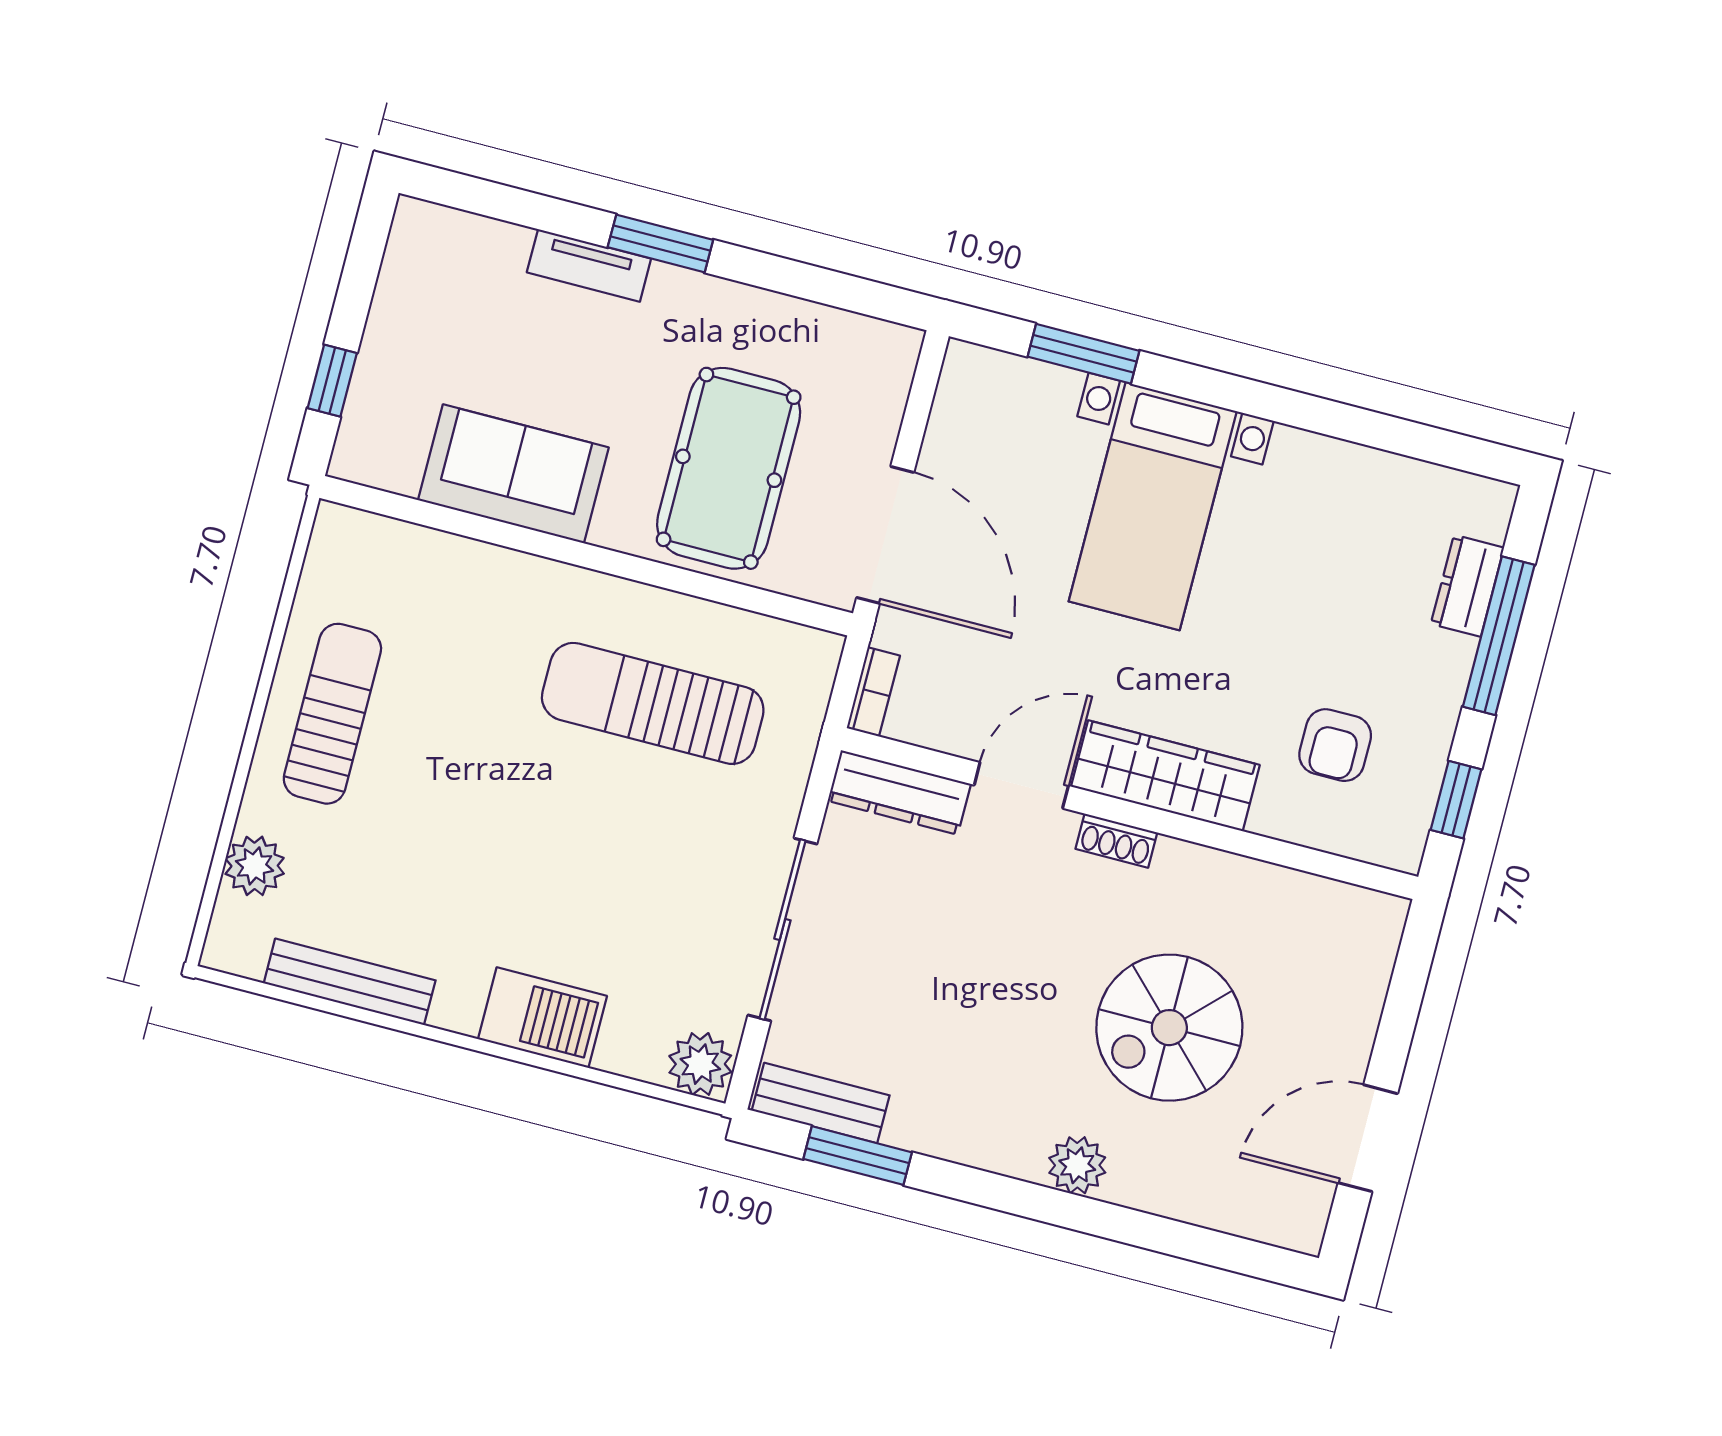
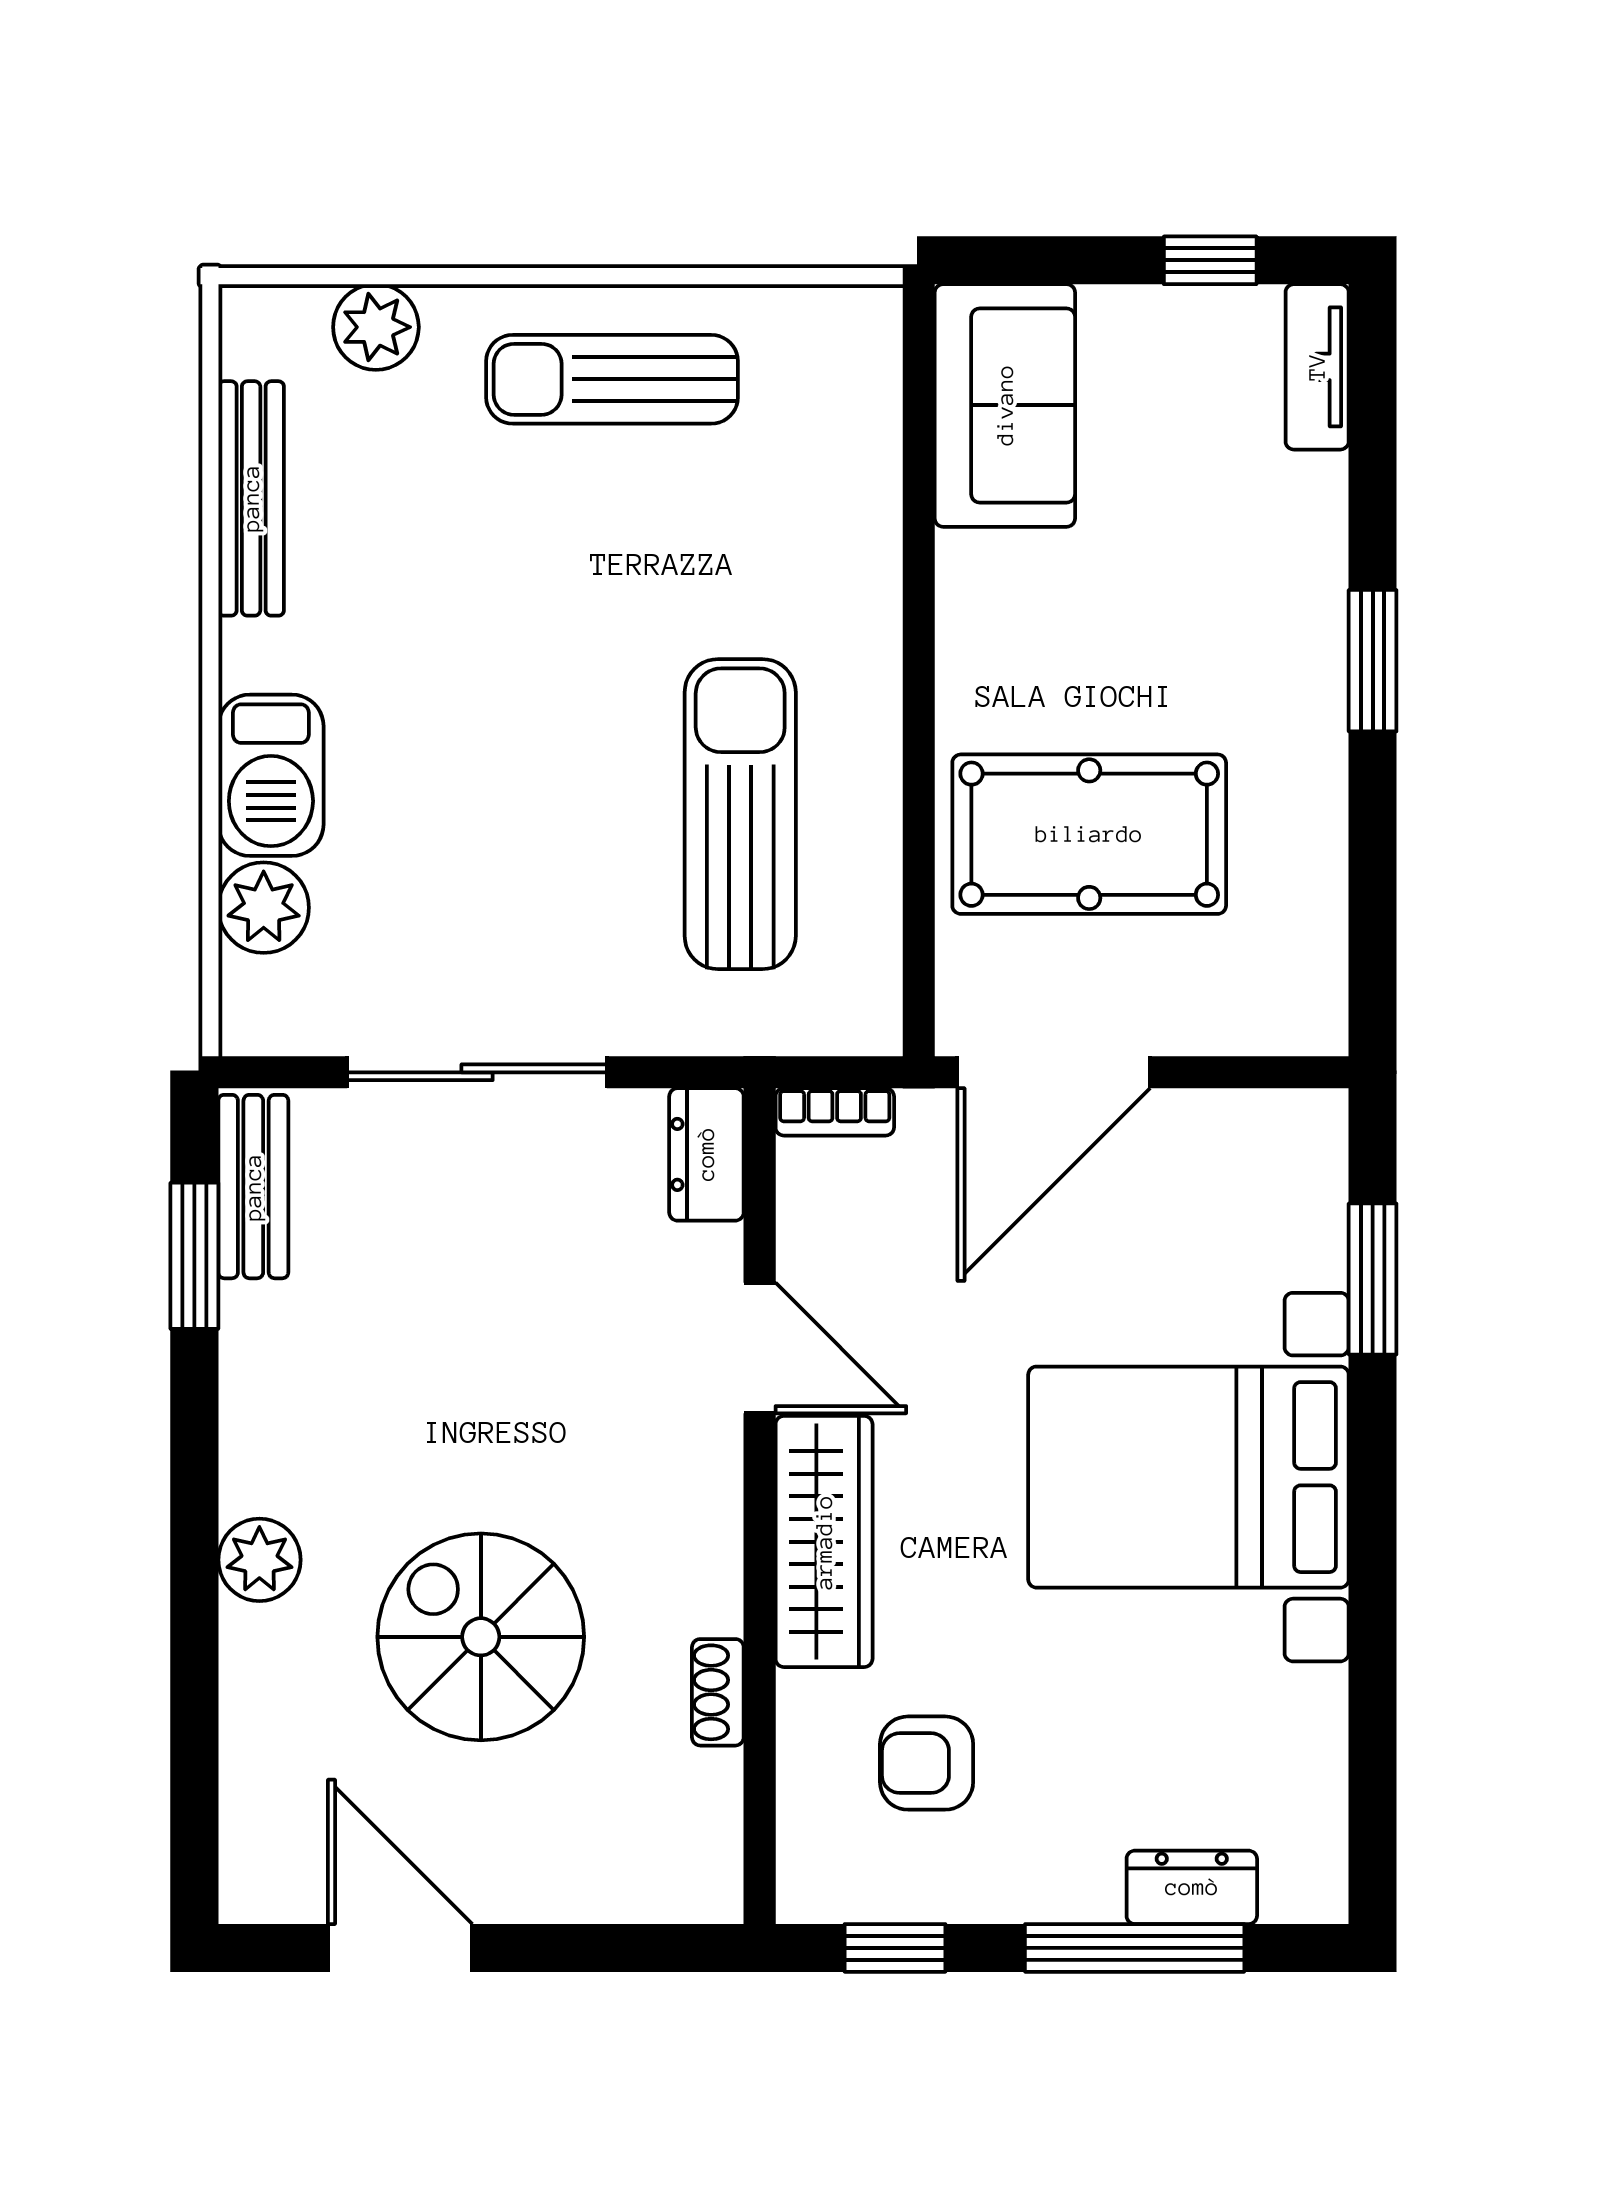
tv unit: (589, 265) -> (1317, 367), moved
window: (332, 381) -> (1210, 260), moved
sofa: (513, 474) -> (1005, 405), moved
bed with nightstands: (1153, 506) -> (1188, 1477), width x1.36
sun lounger: (332, 714) -> (612, 379), turned 180
dresser: (899, 792) -> (706, 1154), width x0.70
shoe rack: (1116, 841) -> (718, 1692), moved
plant: (700, 1064) -> (264, 908), moved

